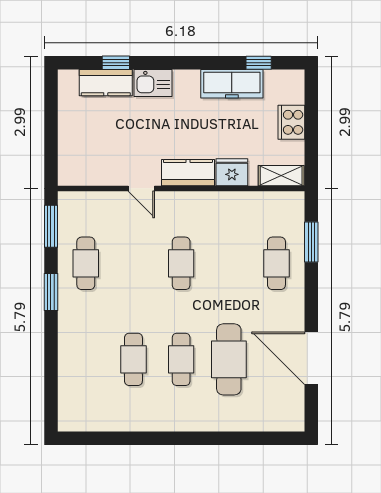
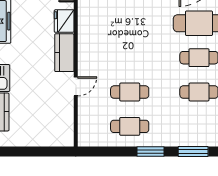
window: (51, 226) -> (193, 152), moved
cafe table: (181, 263) -> (130, 92), moved

